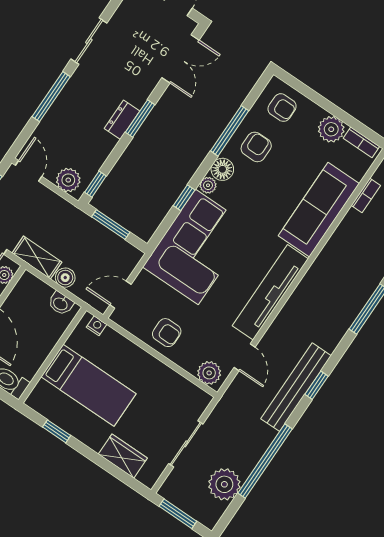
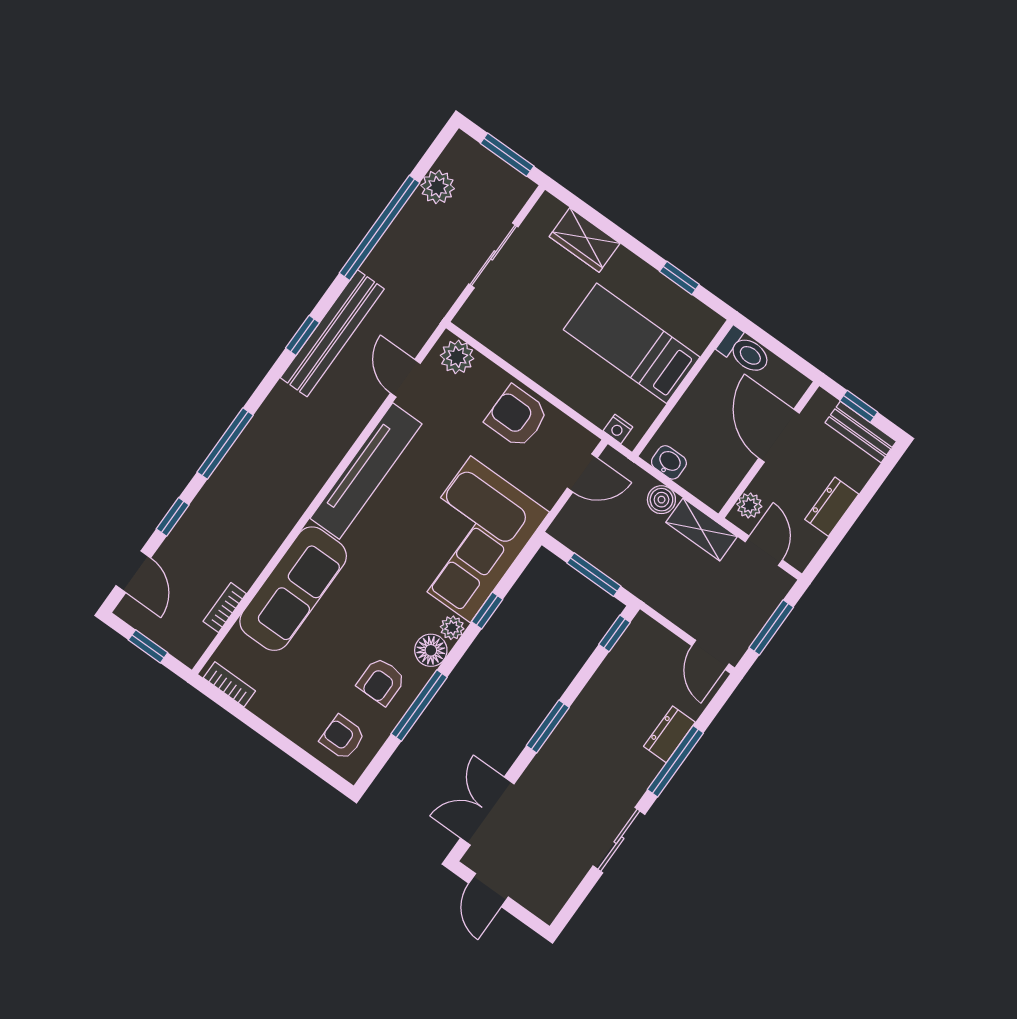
dresser: (122, 120) -> (669, 734), moved, turned 180
plant: (331, 129) -> (272, 704), removed
plant: (68, 180) -> (654, 640), removed
armchair: (167, 333) -> (517, 417), width x1.38, depth x1.38
plant: (224, 484) -> (438, 187), width x0.73, depth x0.73

